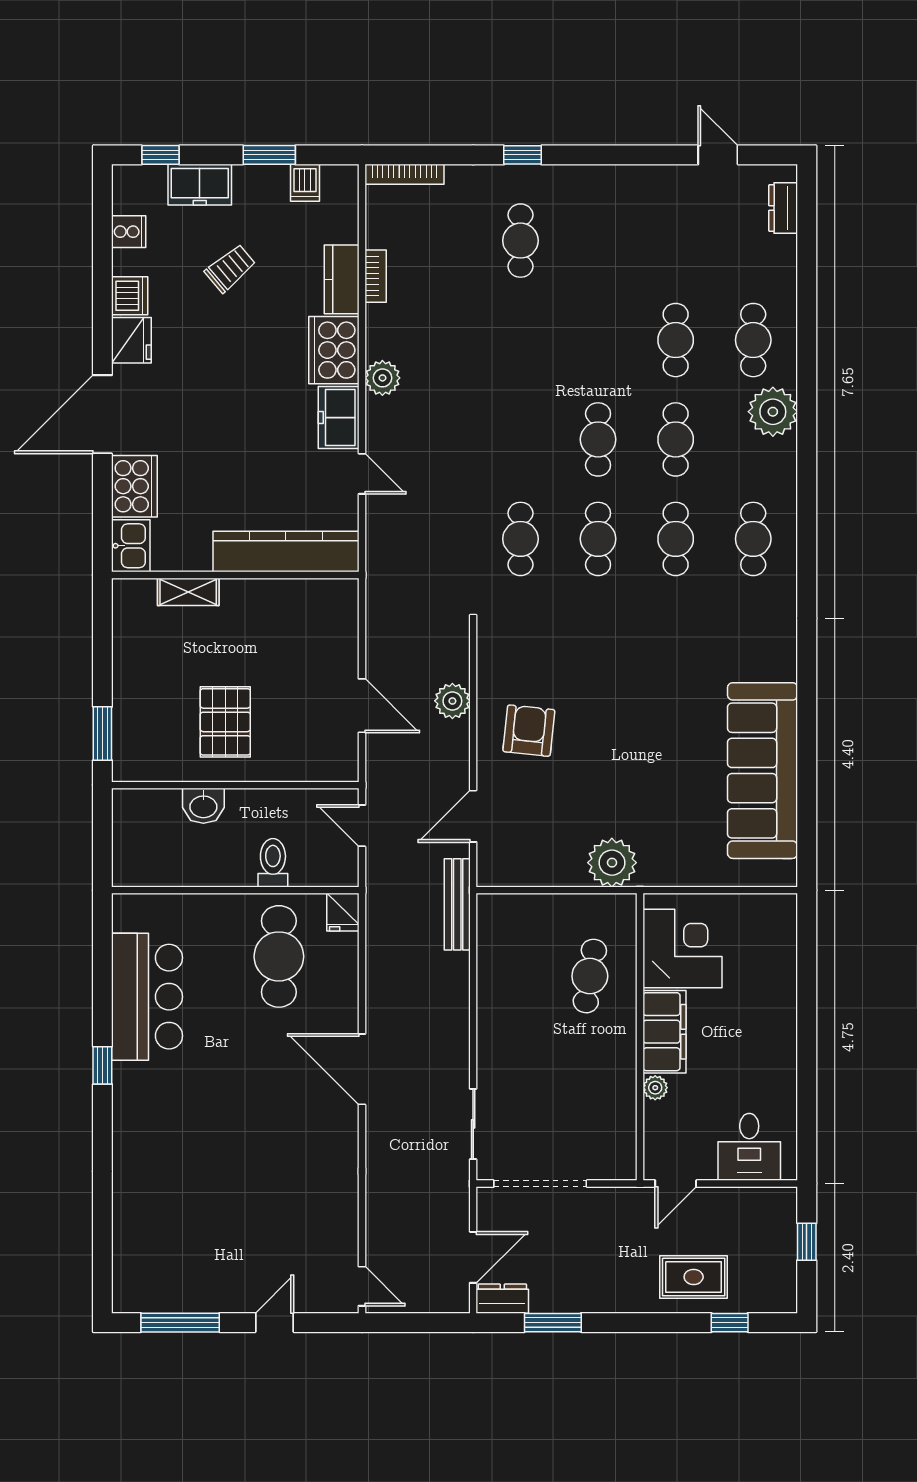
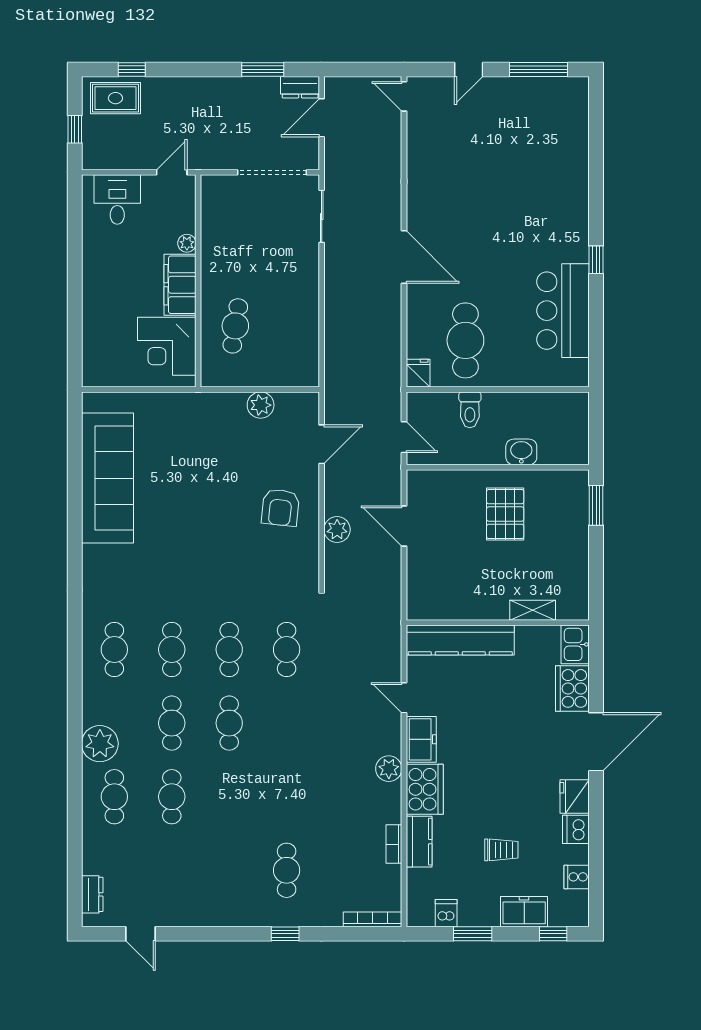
trolley: (230, 268) -> (501, 850), turned -140
plant: (612, 863) -> (261, 405), moved, width x0.73, depth x0.73
bench: (457, 904) -> (333, 379), removed
rug: (694, 1277) -> (115, 98), moved

